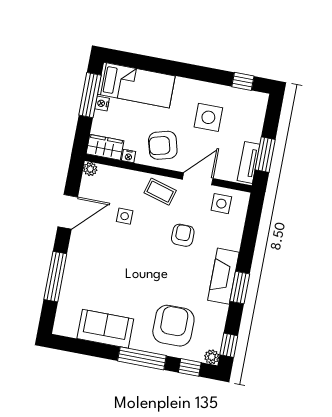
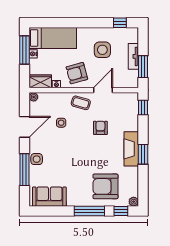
tv unit: (249, 162) -> (133, 56), moved
side table: (221, 204) -> (37, 159), moved
armchair: (173, 326) -> (105, 186), turned -90
sofa: (105, 329) -> (49, 197), moved
window: (229, 345) -> (143, 108), moved

